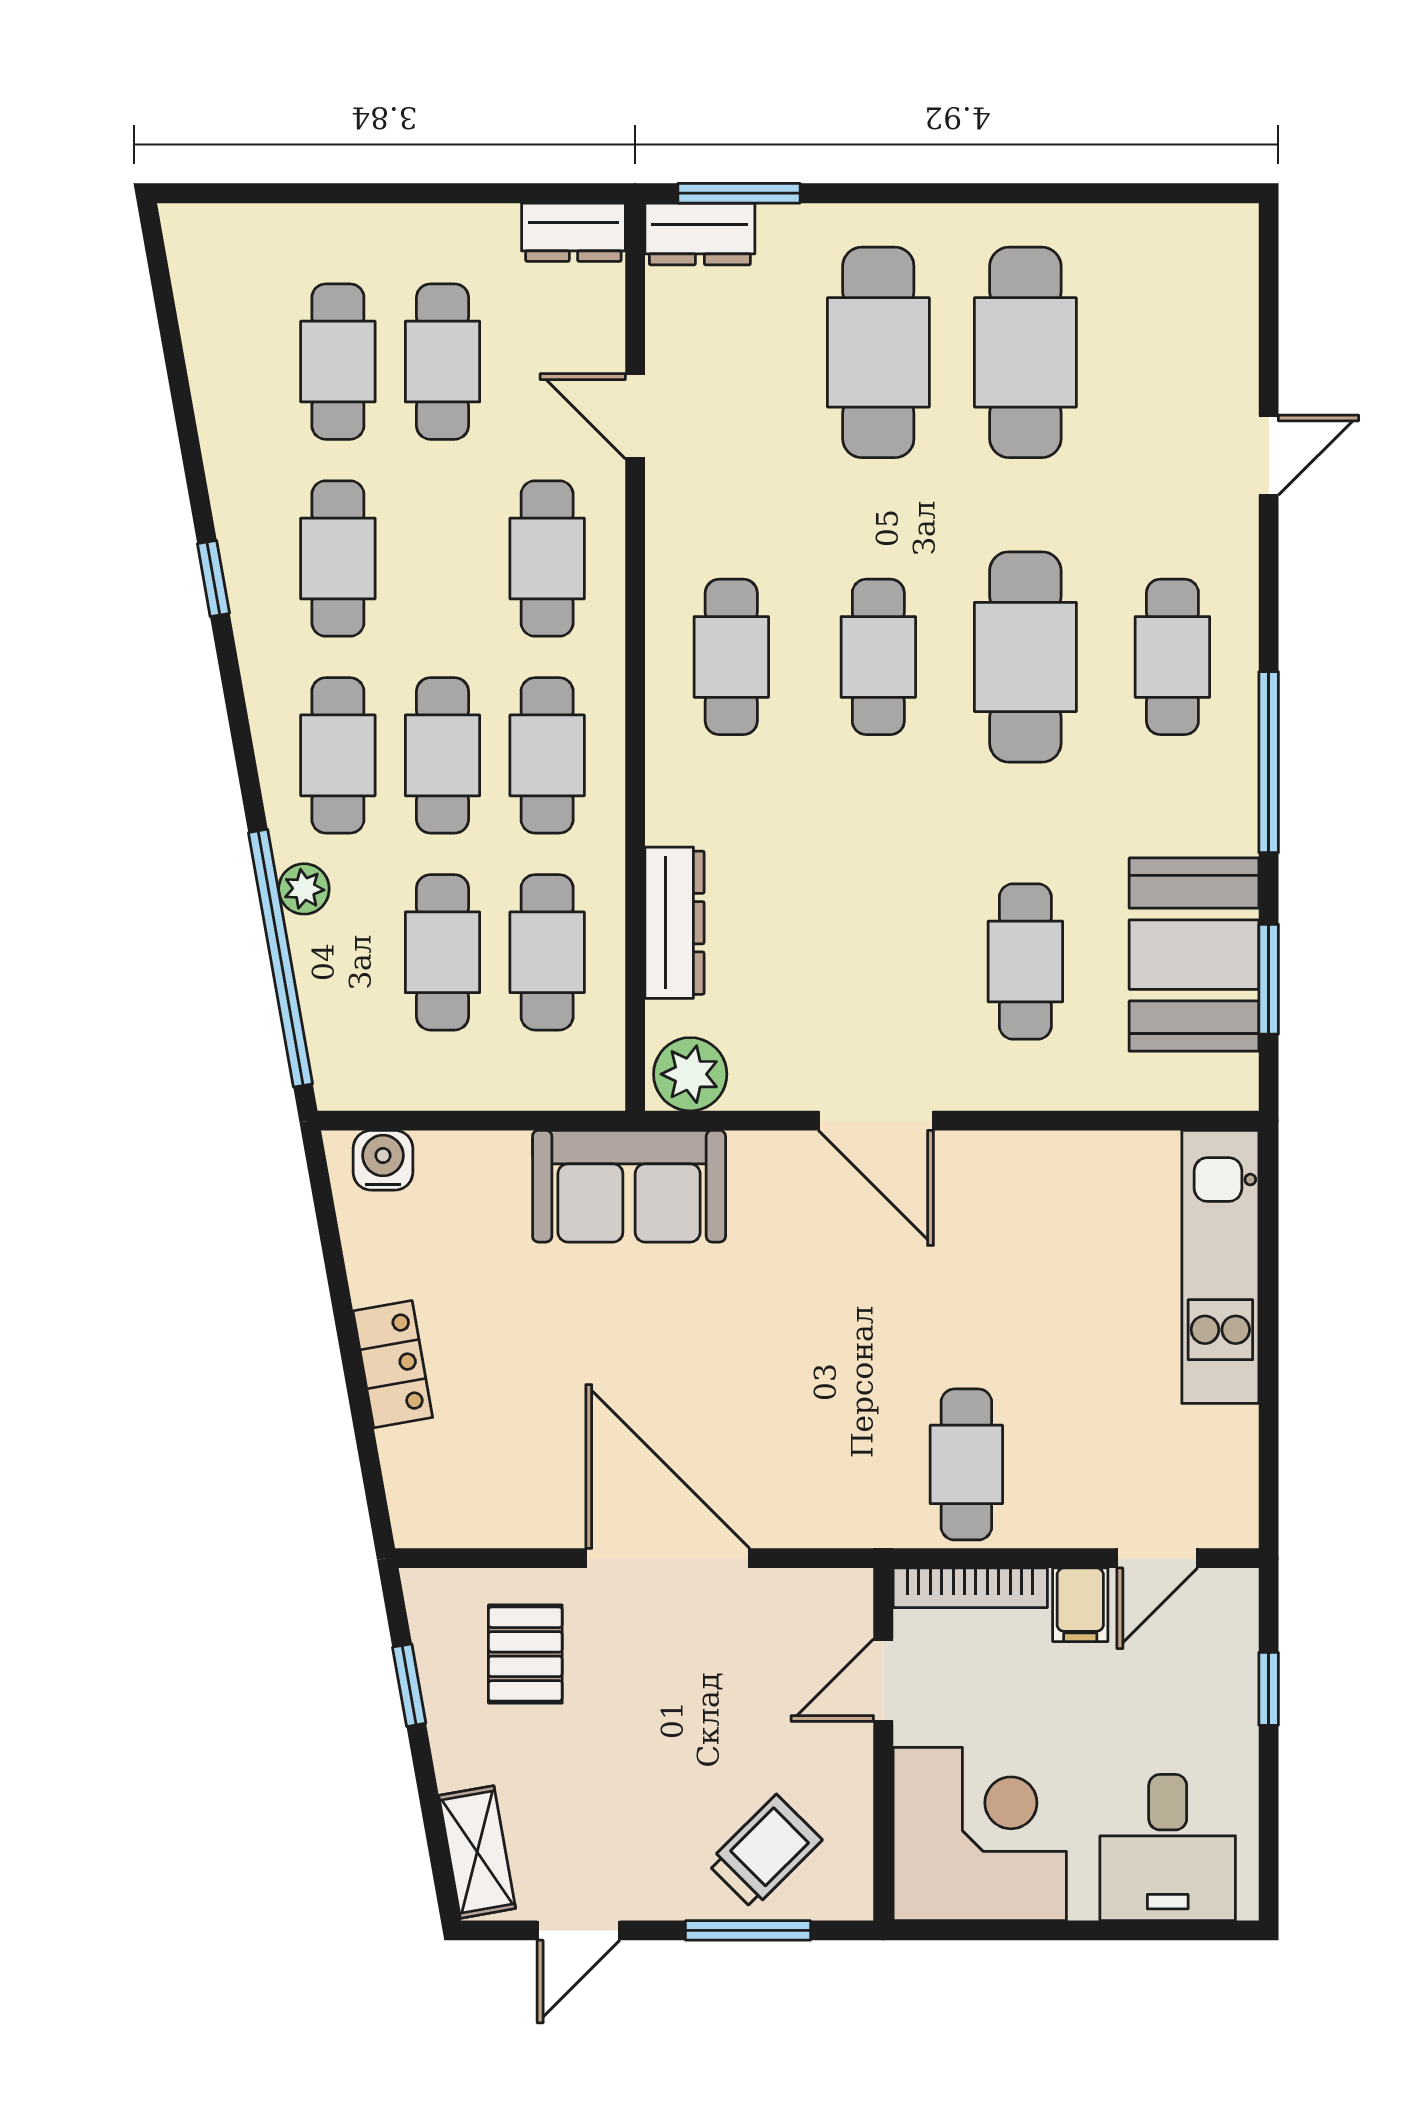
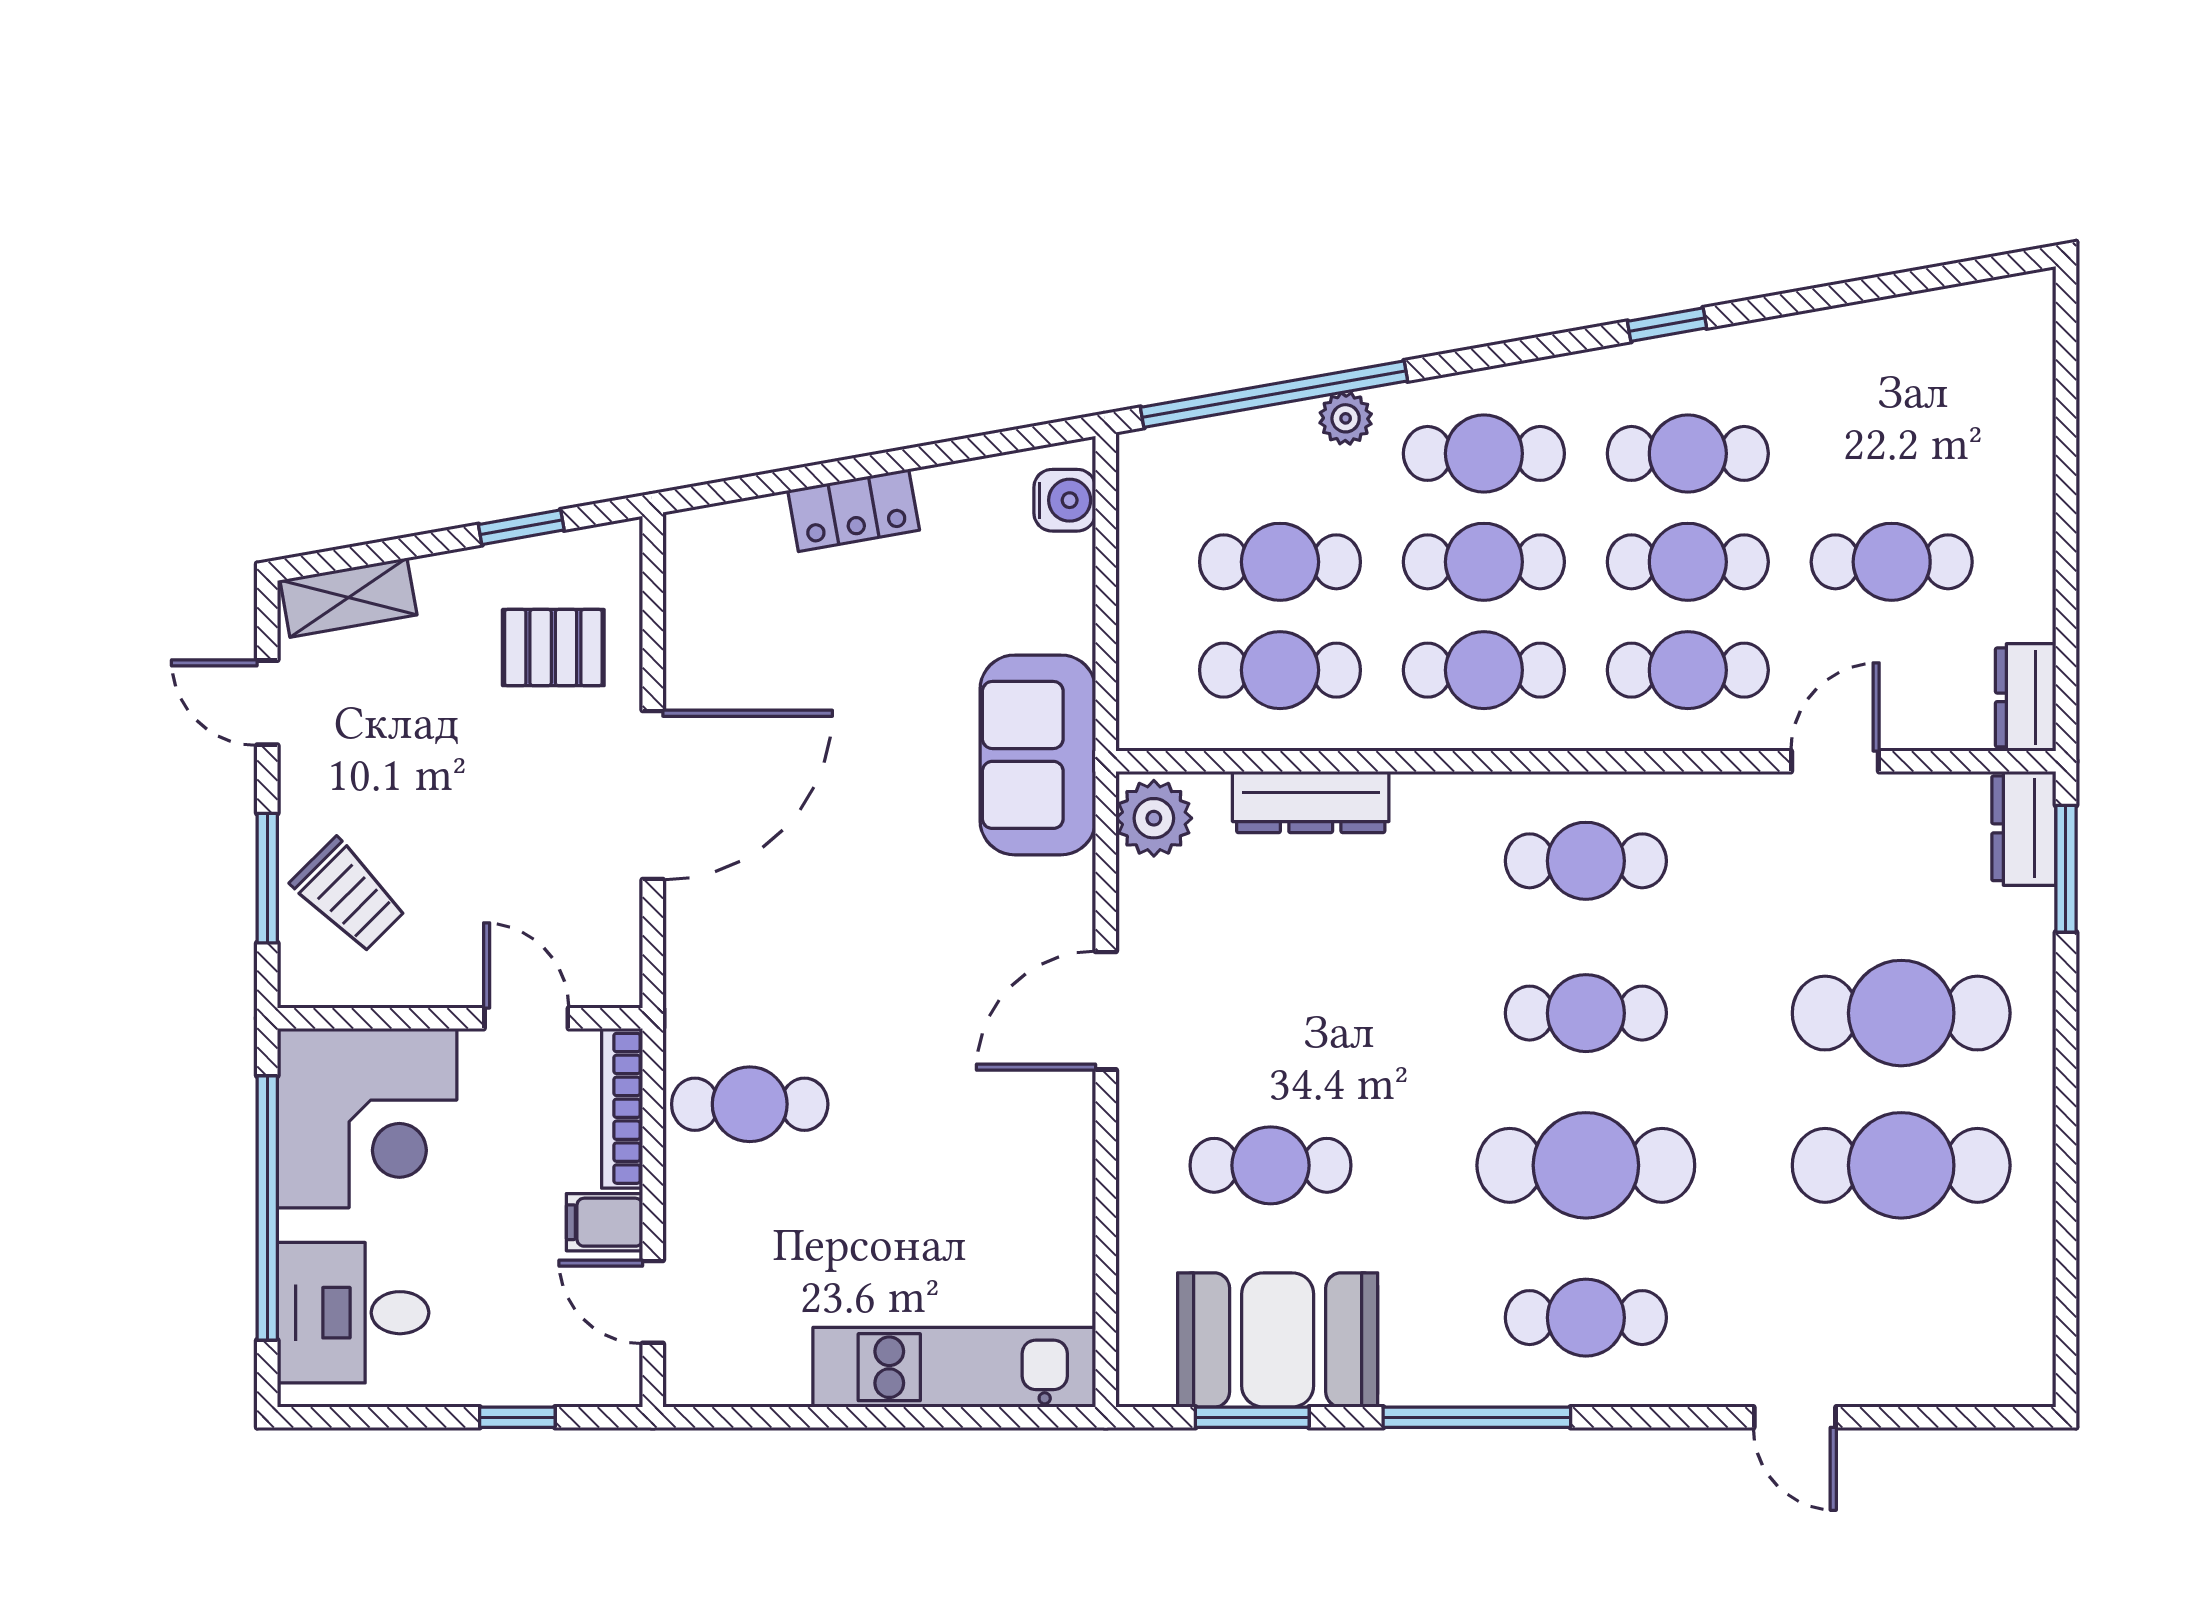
cafe table: (338, 362) -> (1688, 562), moved
window: (1067, 1930) -> (267, 1208), added

